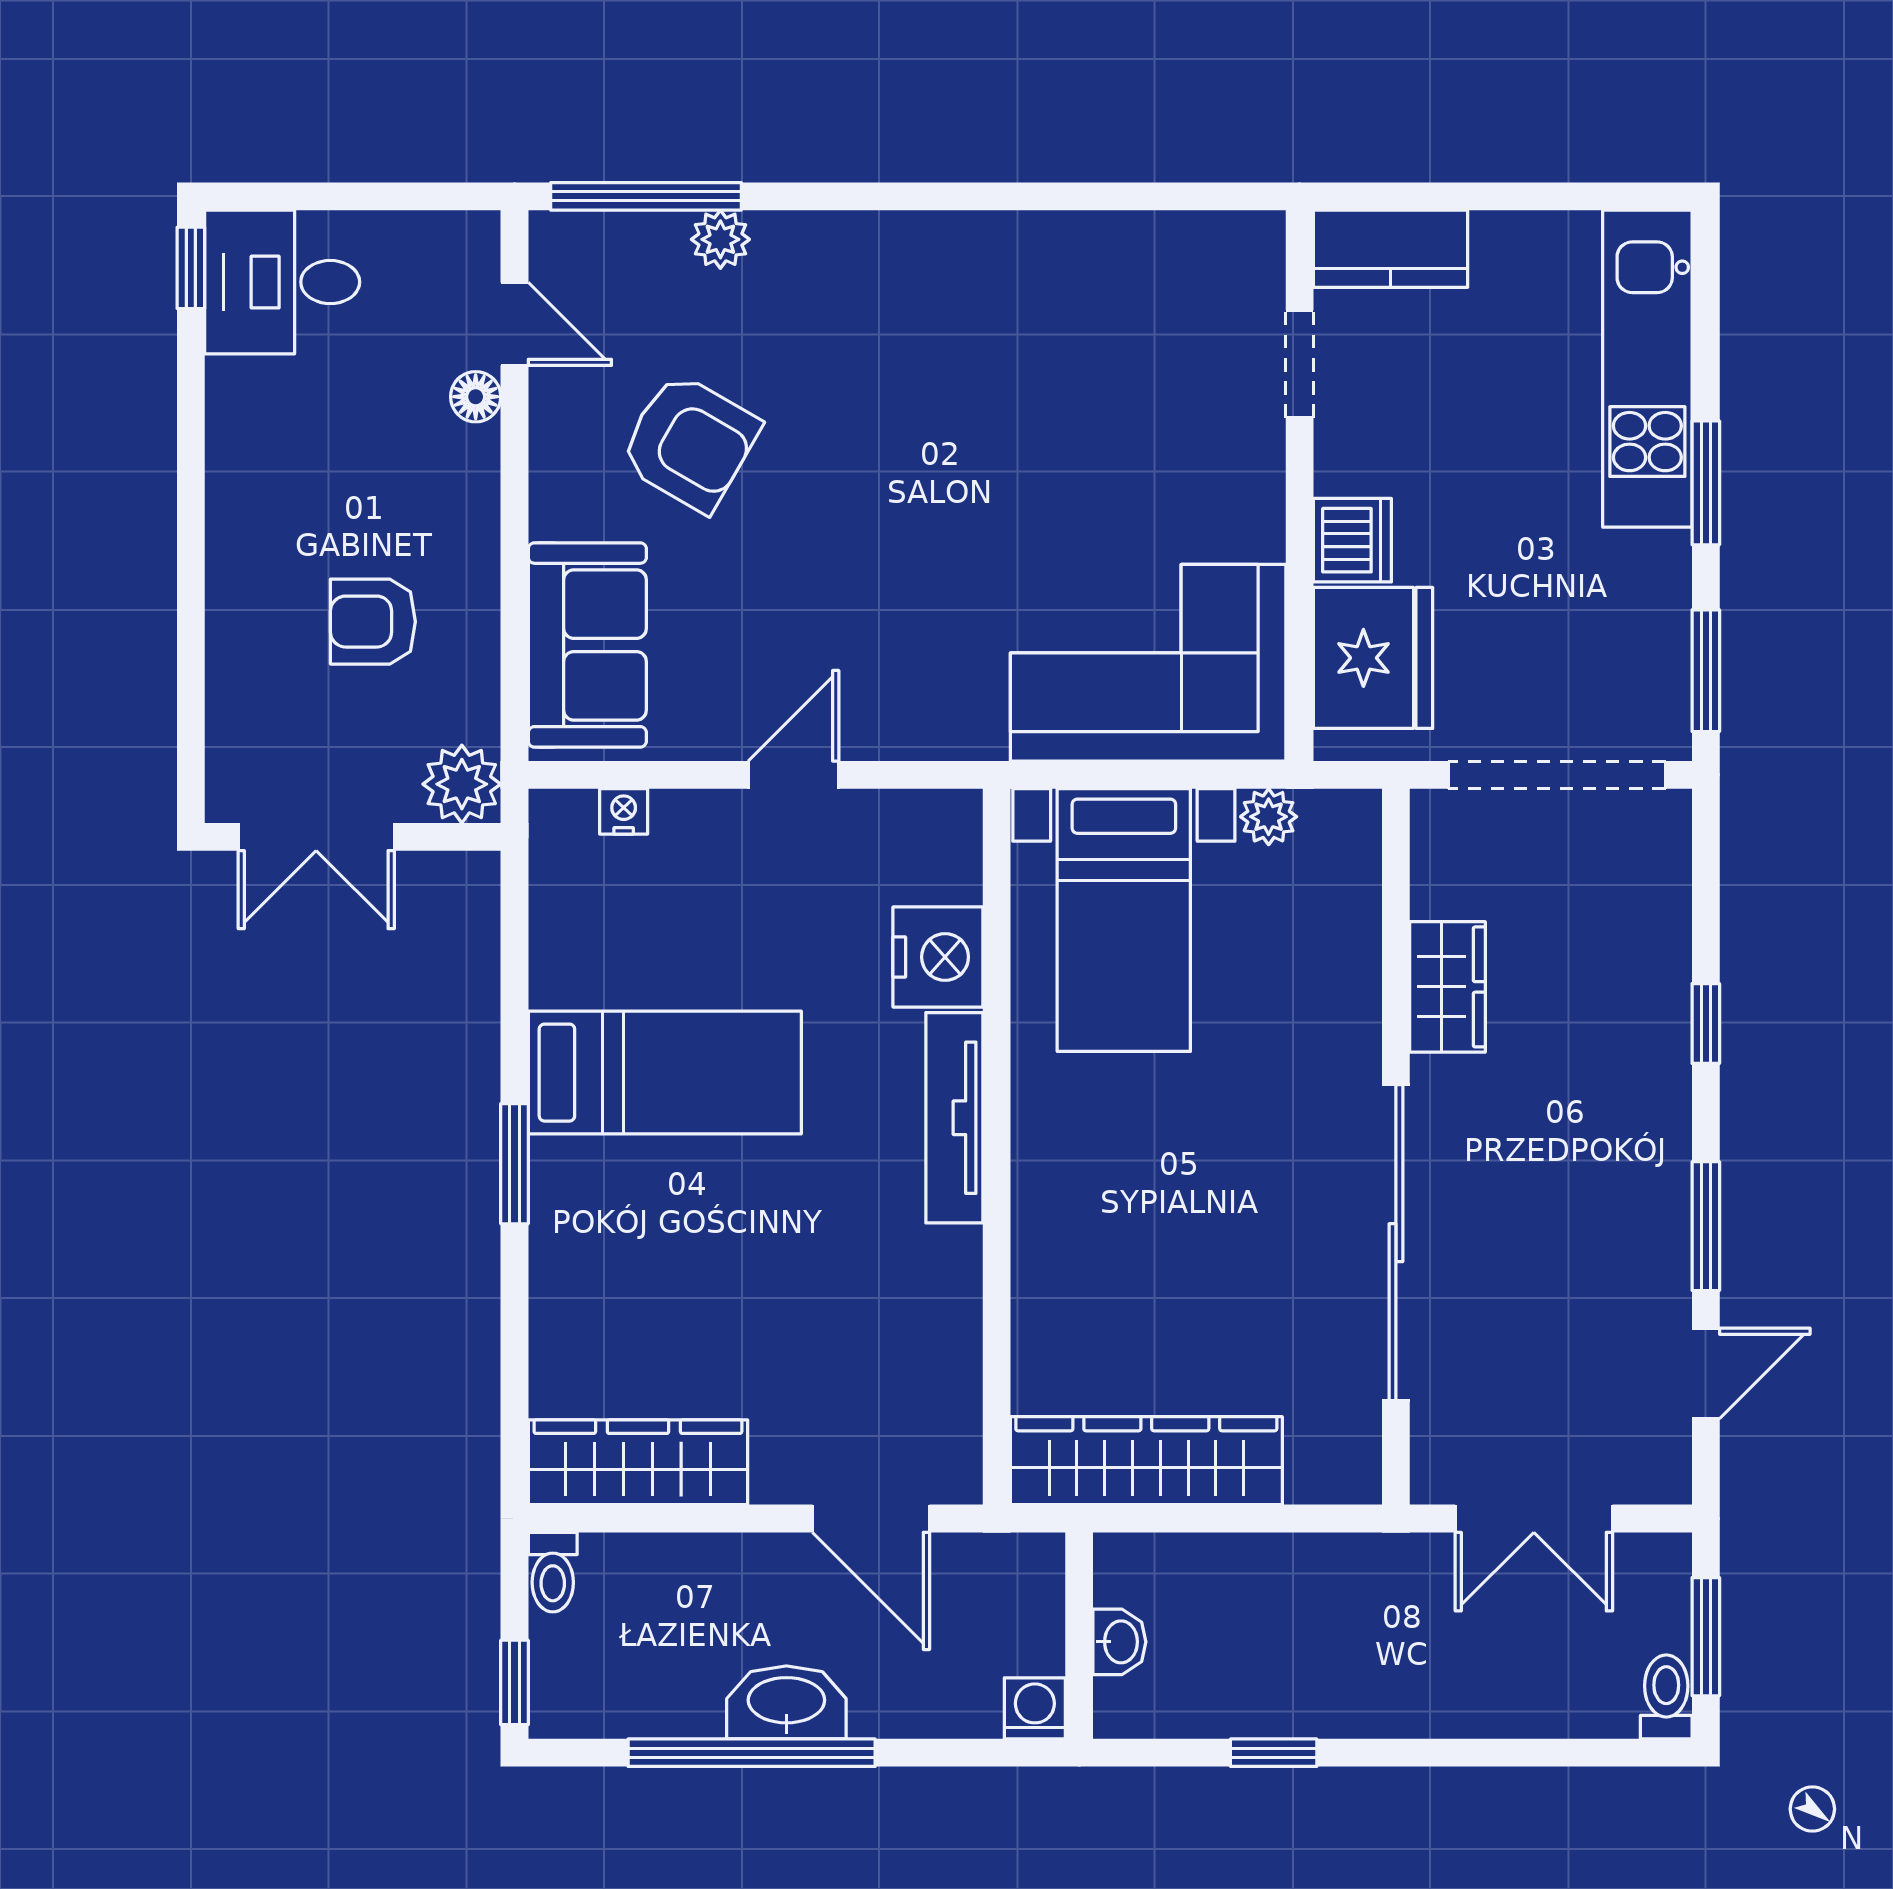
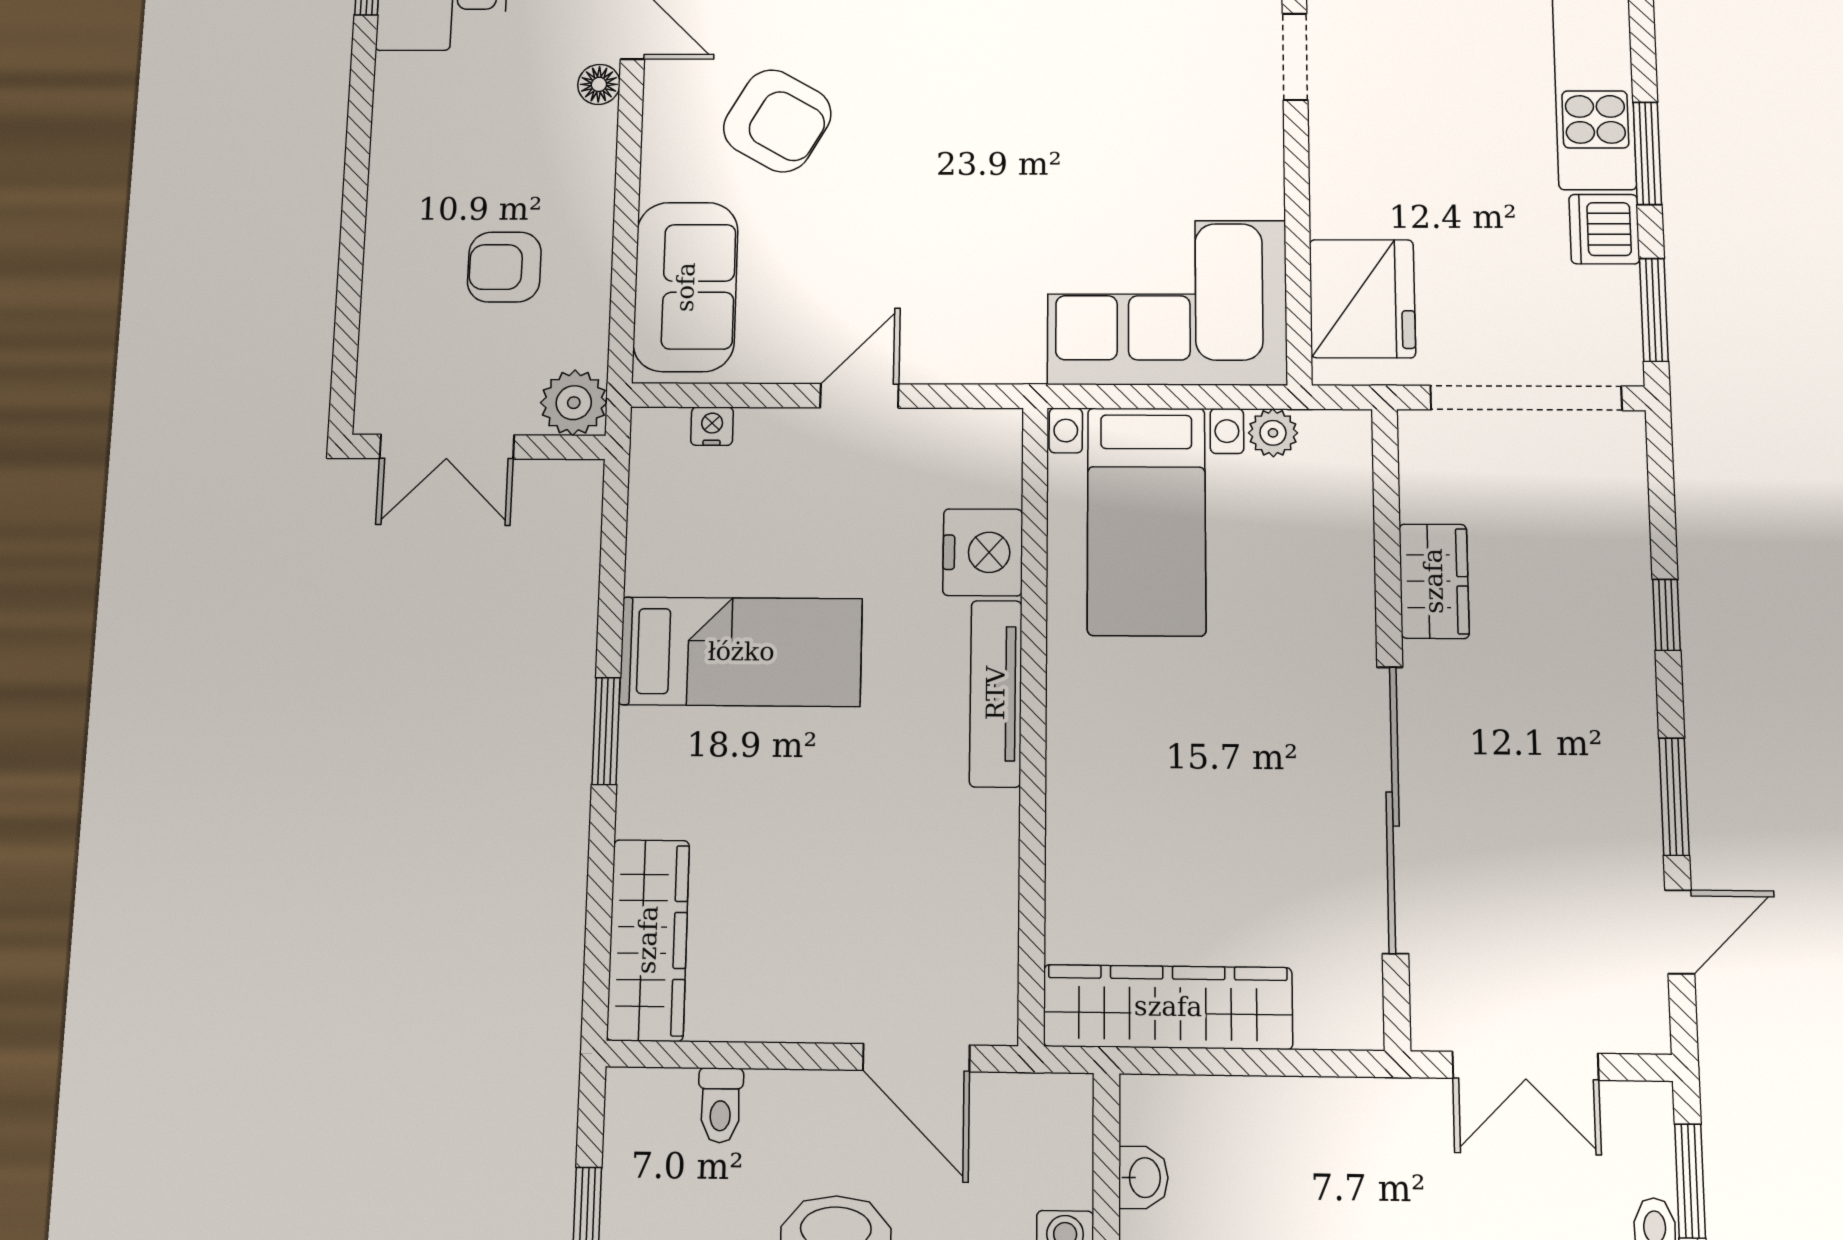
dishwasher: (1352, 540) -> (1604, 229), moved, turned 180
wardrobe: (638, 1462) -> (648, 940), moved, turned 90
toilet: (553, 1572) -> (720, 1105), moved

